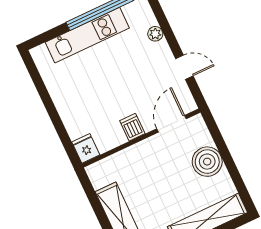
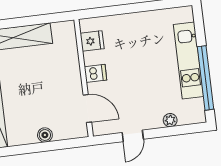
fridge: (86, 148) -> (92, 41), moved
boiler: (207, 162) -> (45, 135), width x0.54, depth x0.54

